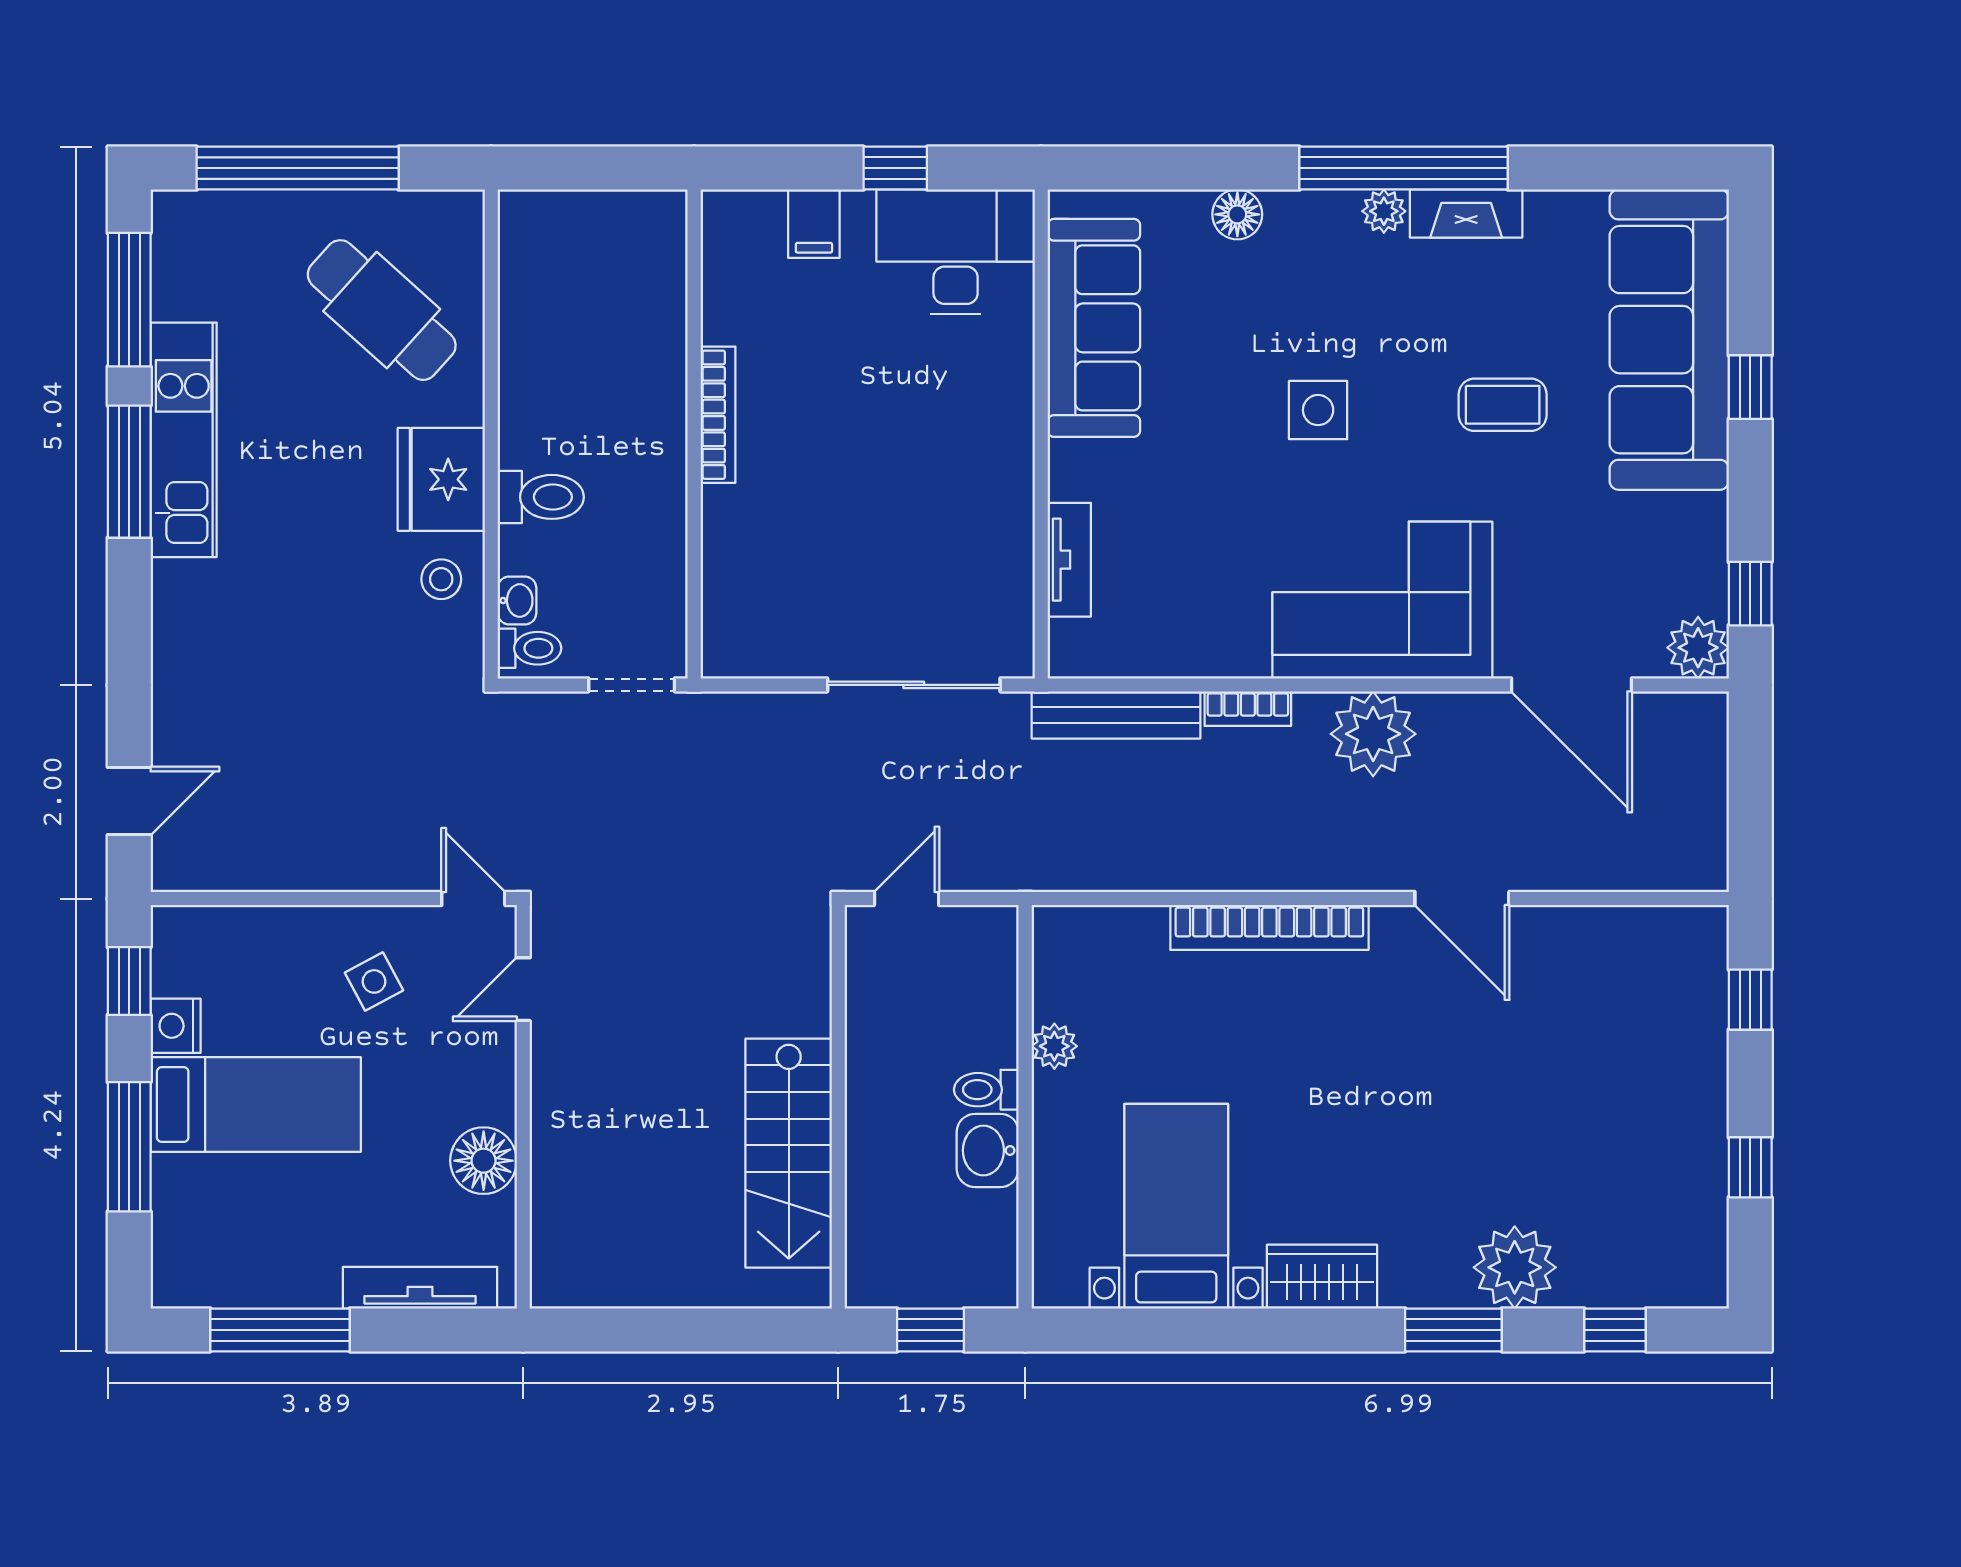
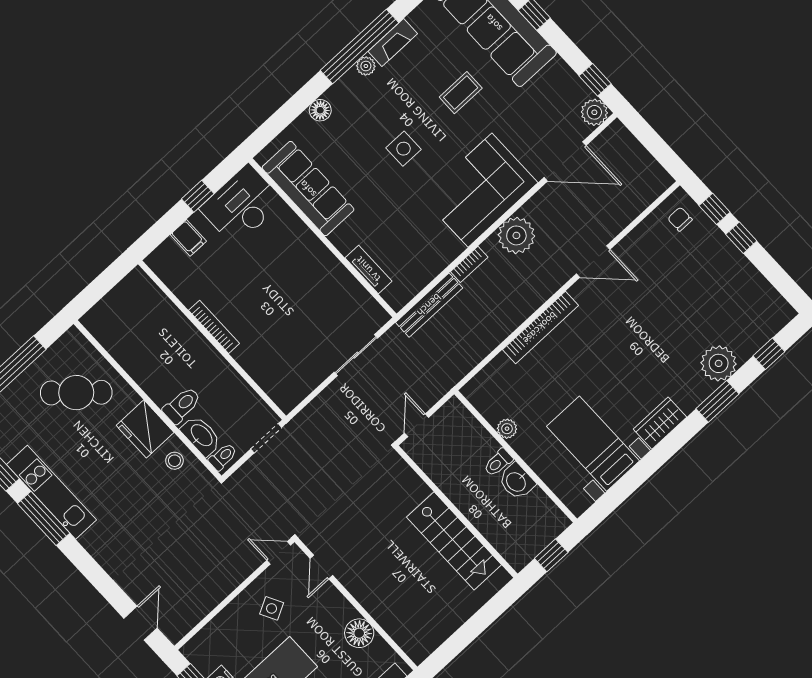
washbasin: (517, 601) -> (201, 436), width x1.91, depth x1.45
sliding door: (914, 685) -> (356, 355), width x0.73
chair: (1675, 963) -> (680, 219), added
window: (1750, 1167) -> (741, 238), moved

